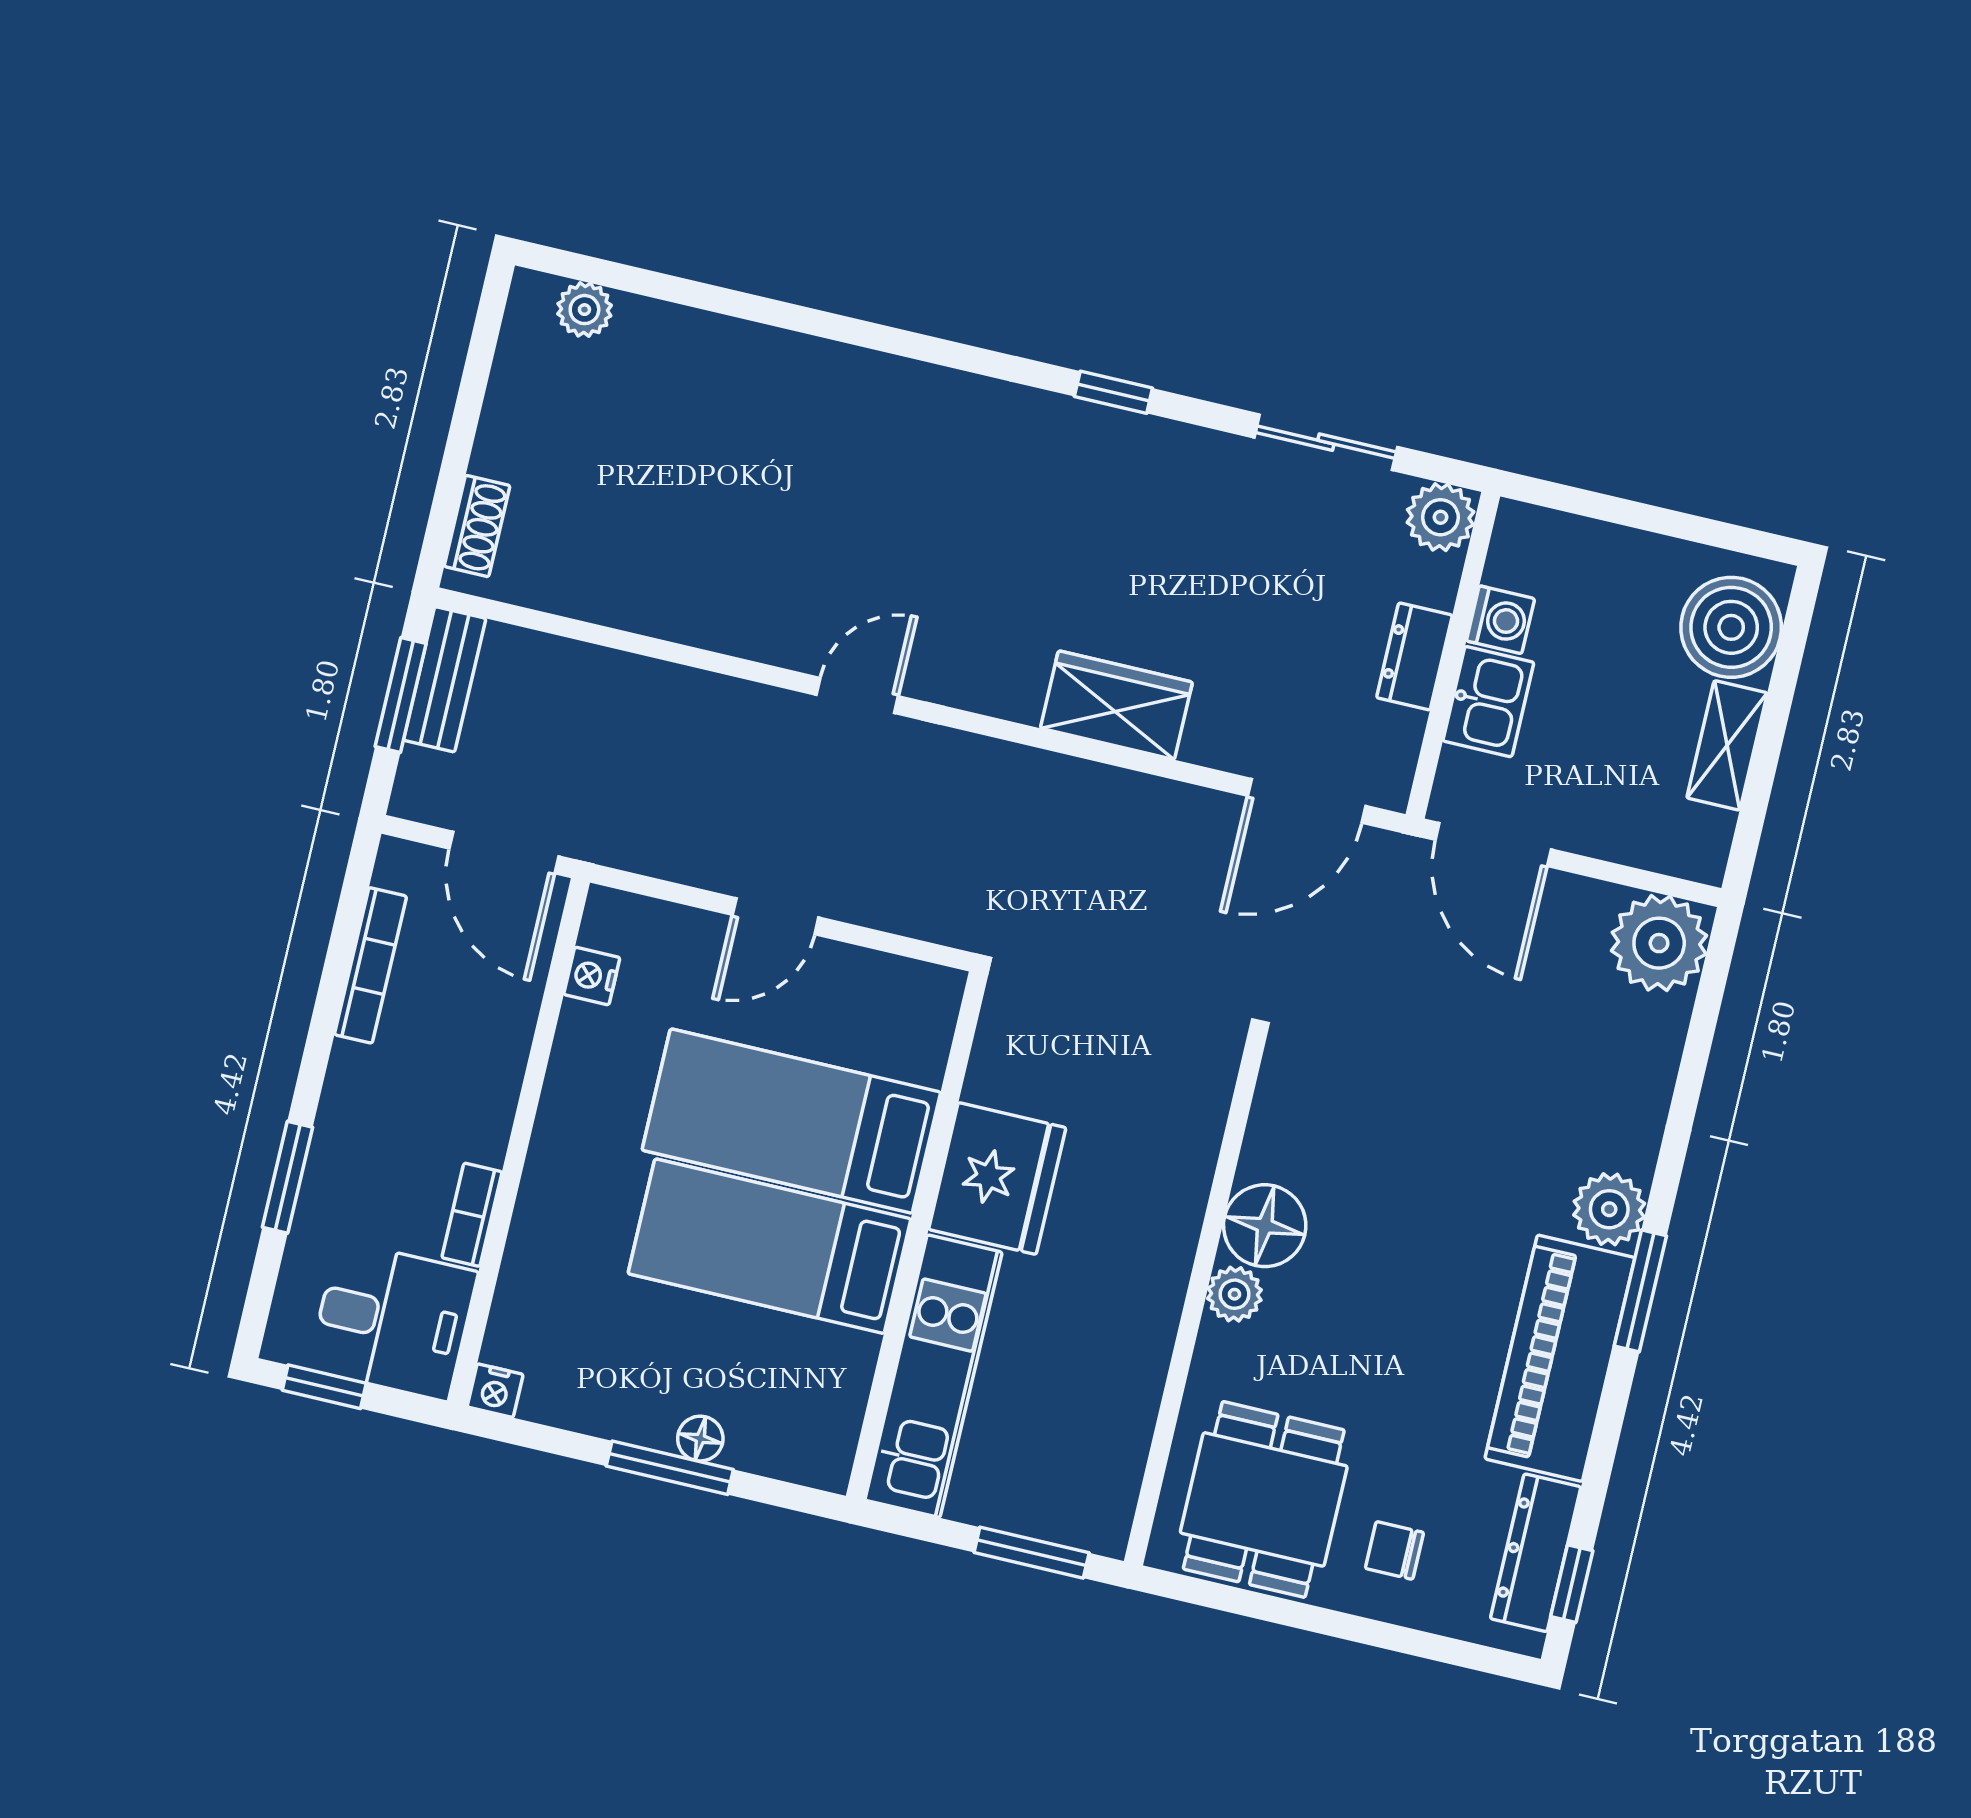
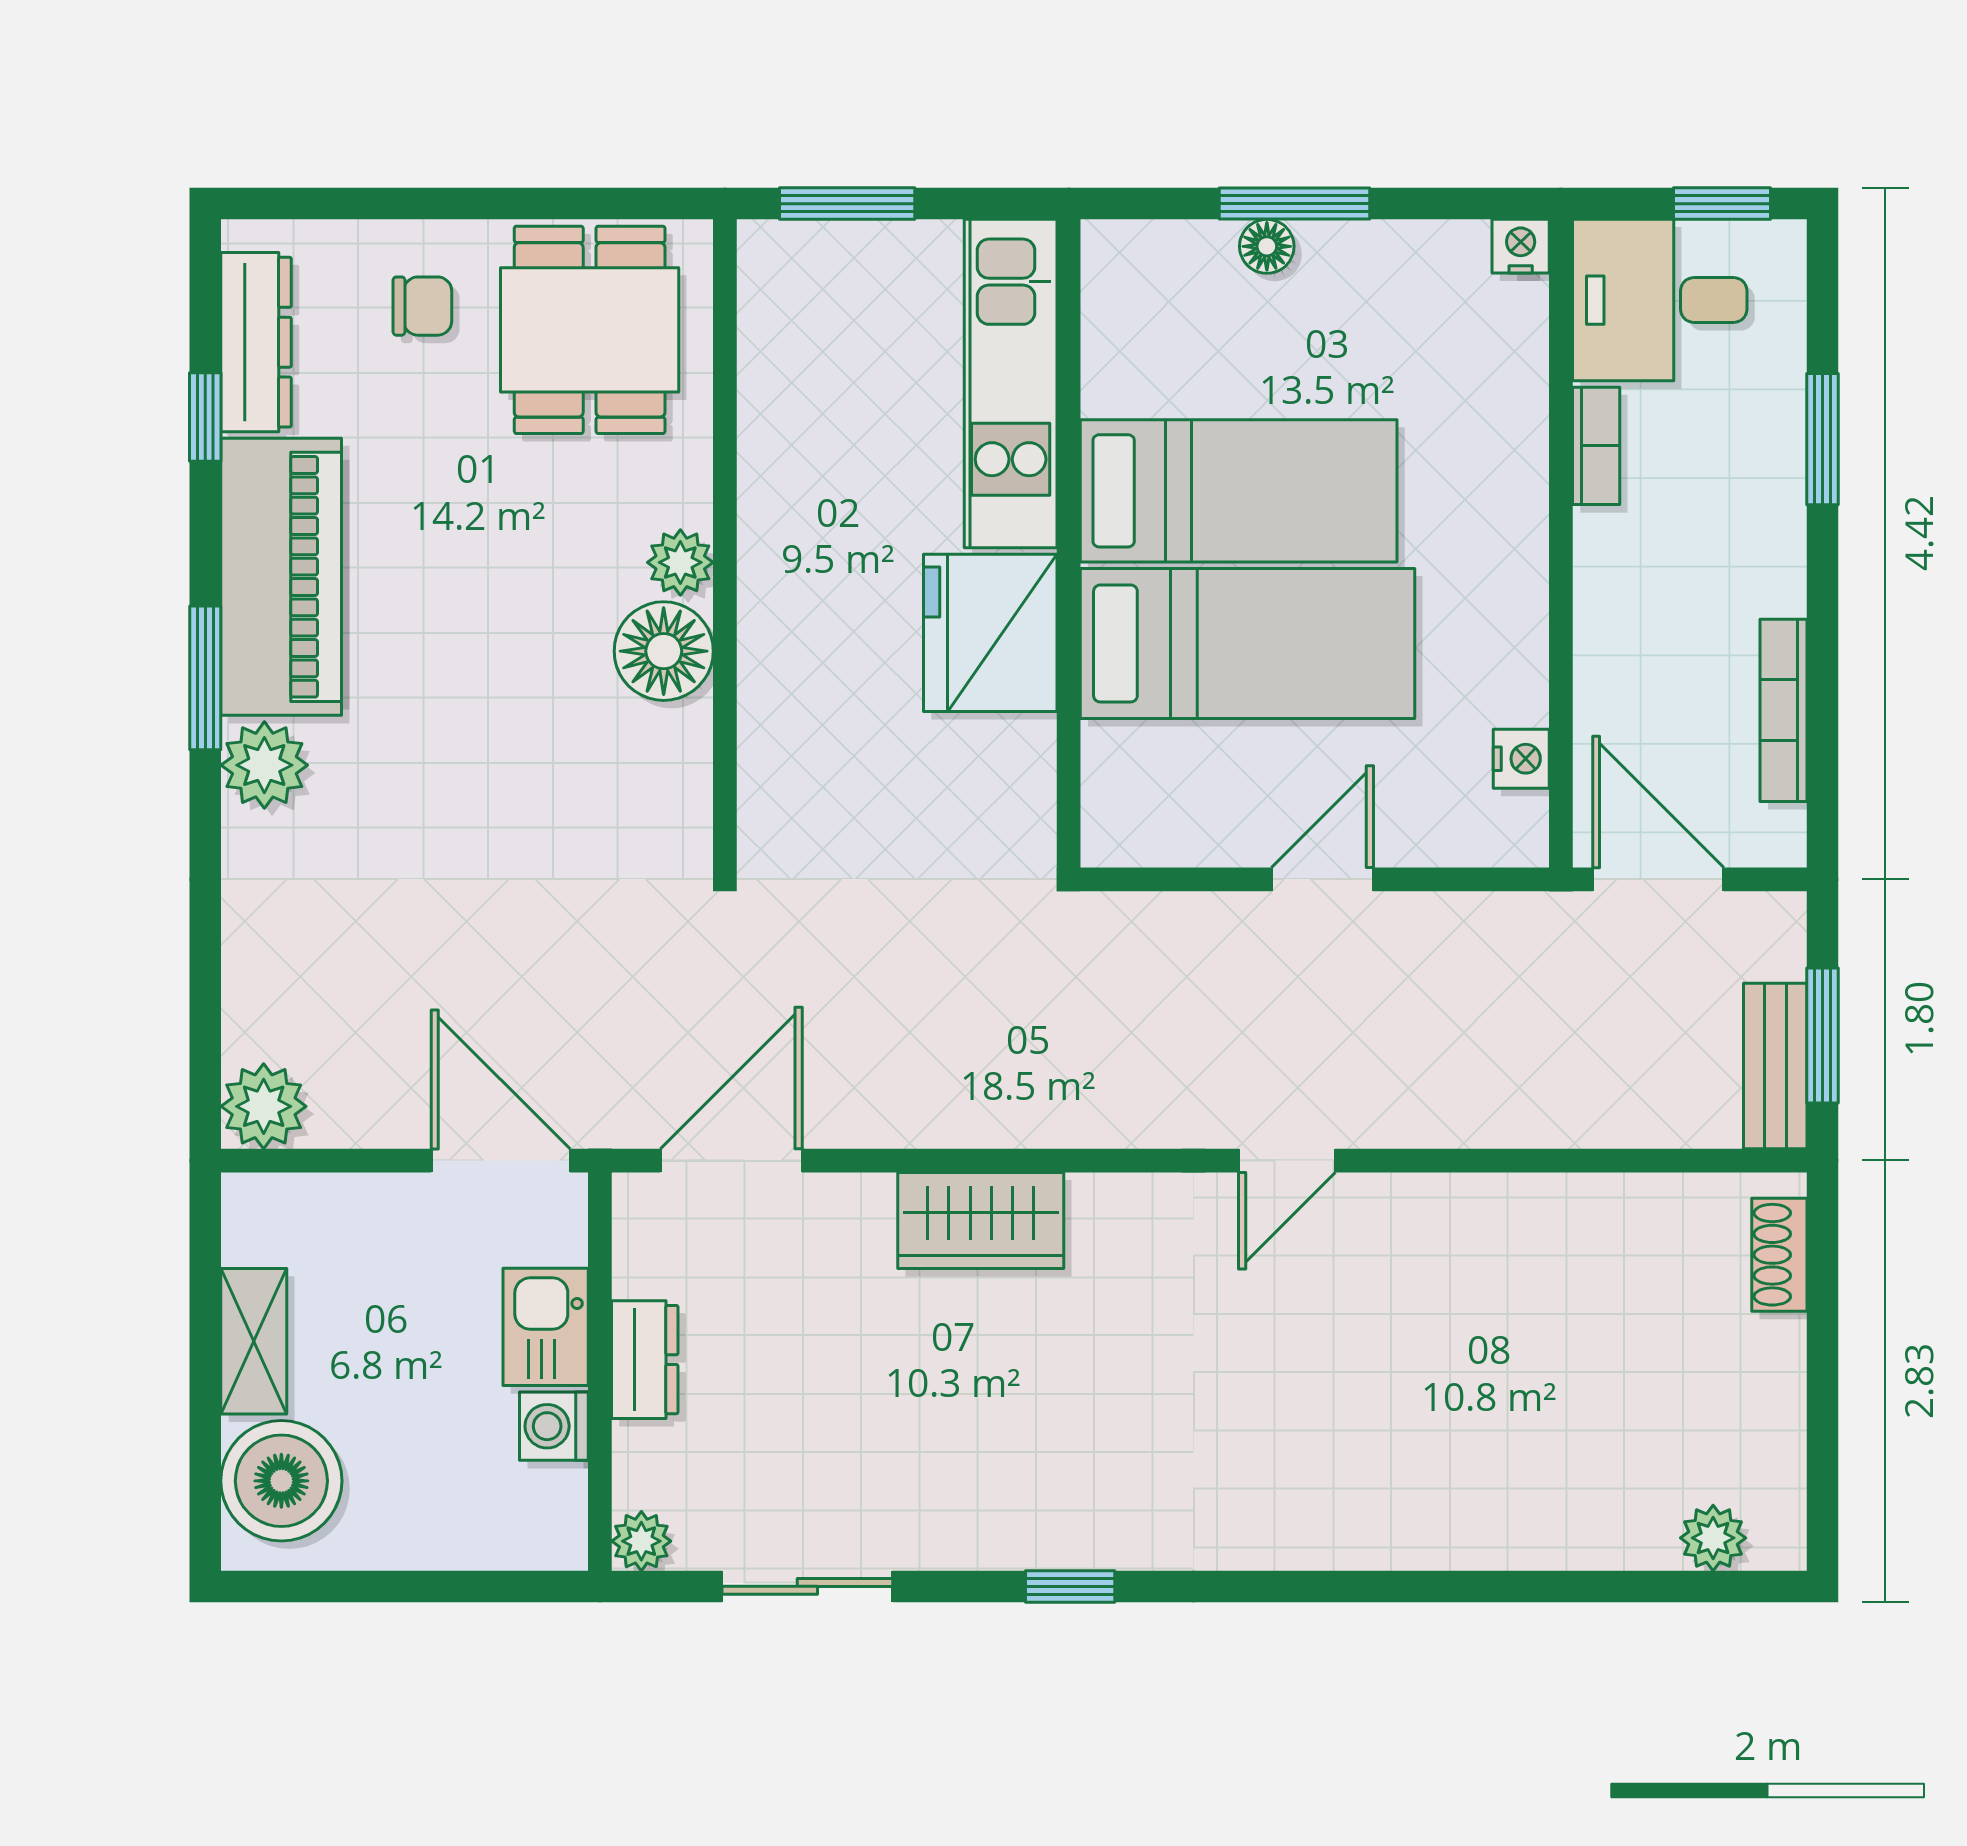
plant: (1440, 517) -> (641, 1541), width x0.73, depth x0.73
plant: (1659, 943) -> (264, 1106), width x0.73, depth x0.73
window: (1572, 1584) -> (205, 417), moved

